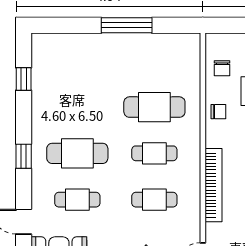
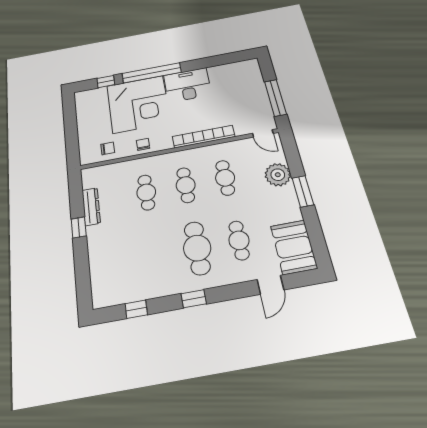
window: (127, 25) -> (79, 227), width x0.46
dresser: (149, 42) -> (91, 207), added
cafe table: (154, 107) -> (146, 192), width x0.73, depth x0.74
window: (24, 156) -> (194, 299), moved

